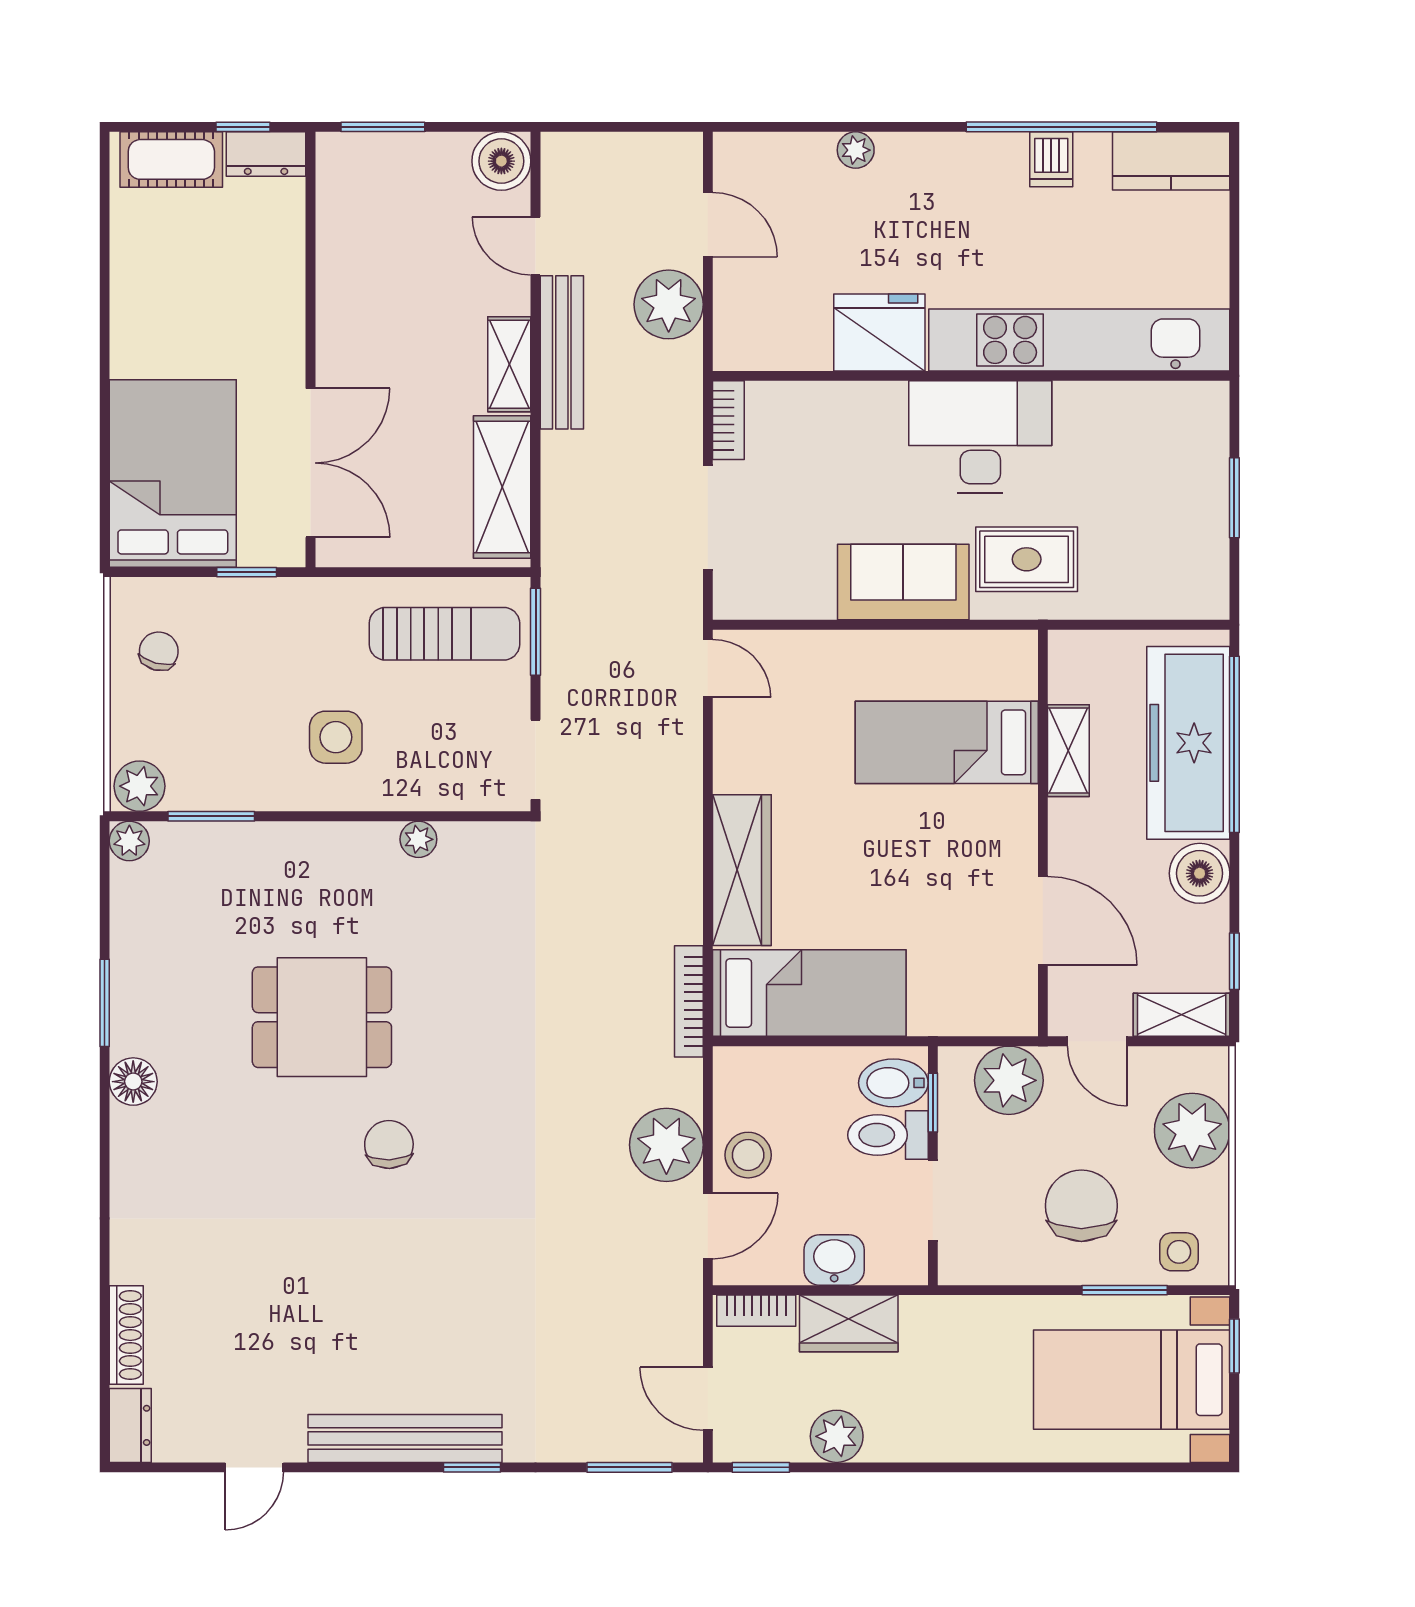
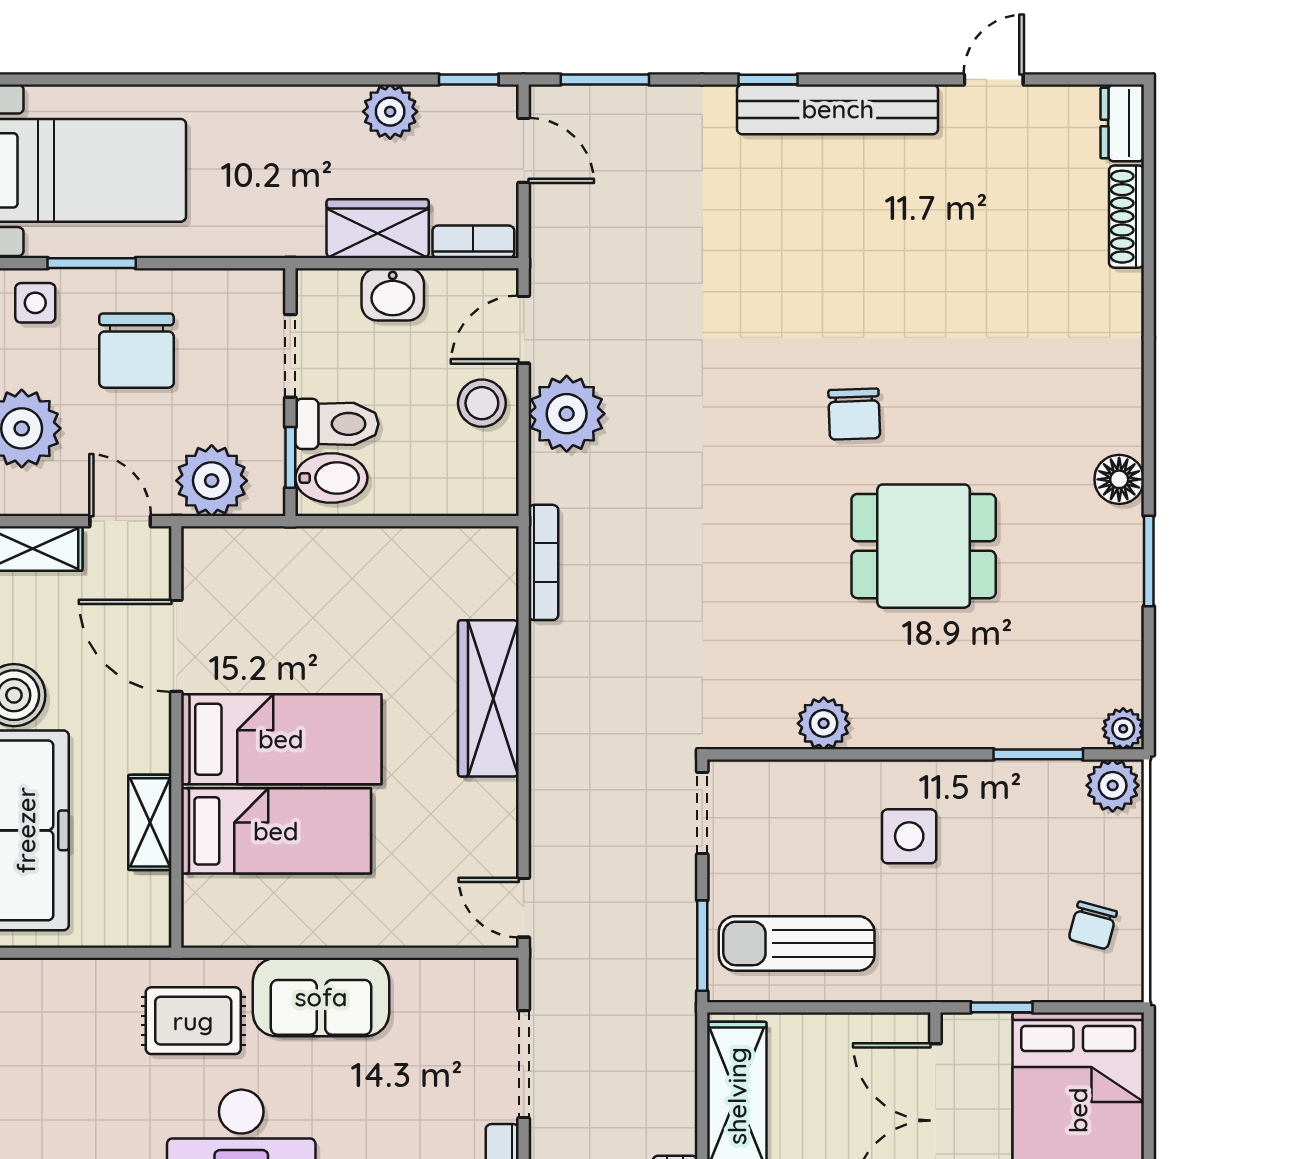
plant: (418, 839) -> (824, 723), width x1.38, depth x1.38
bed: (809, 993) -> (281, 739), moved, turned 180

